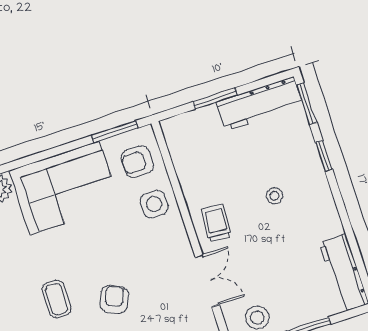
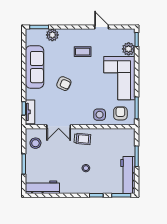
coffee table: (57, 299) -> (83, 52), moved

